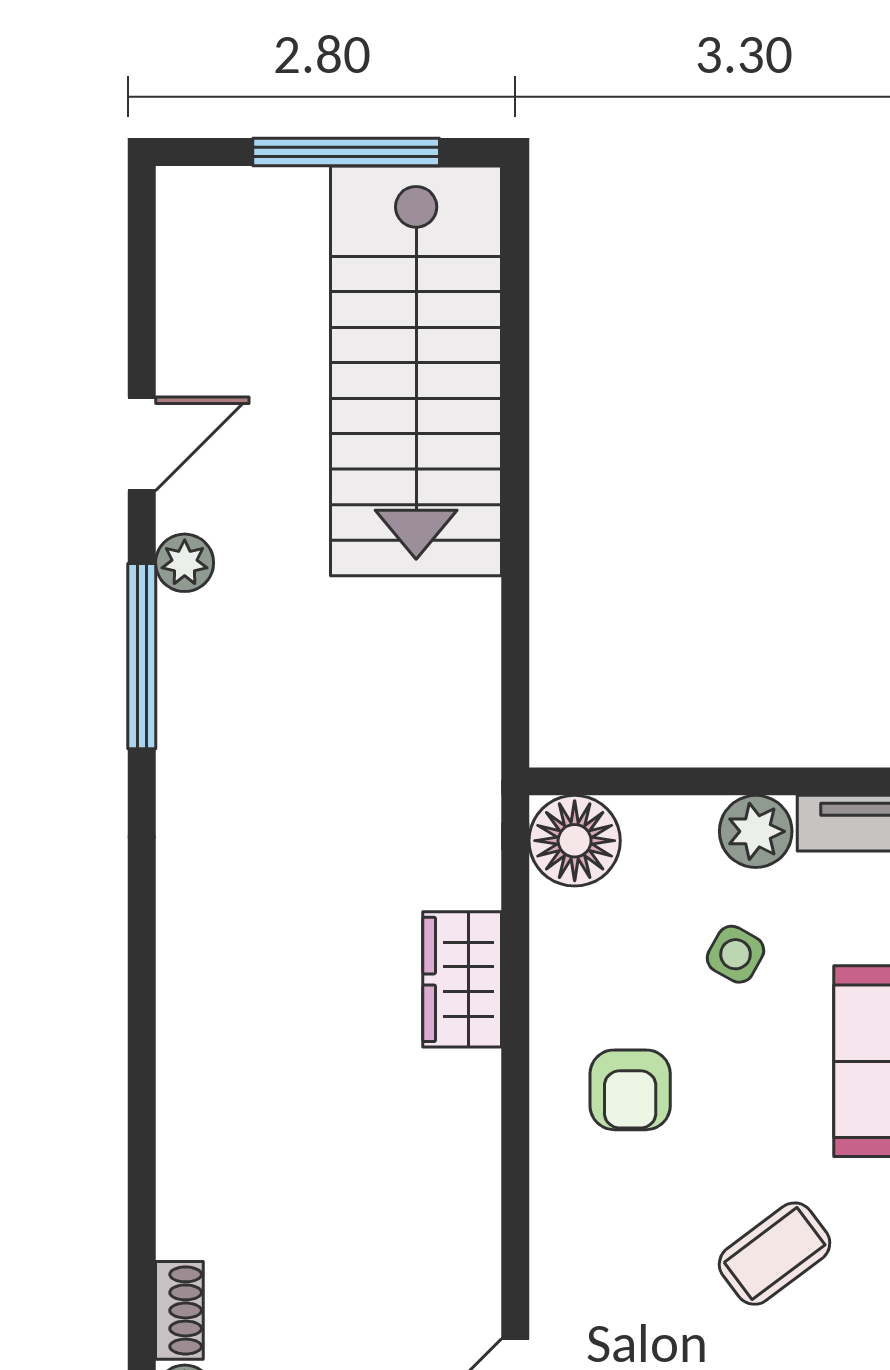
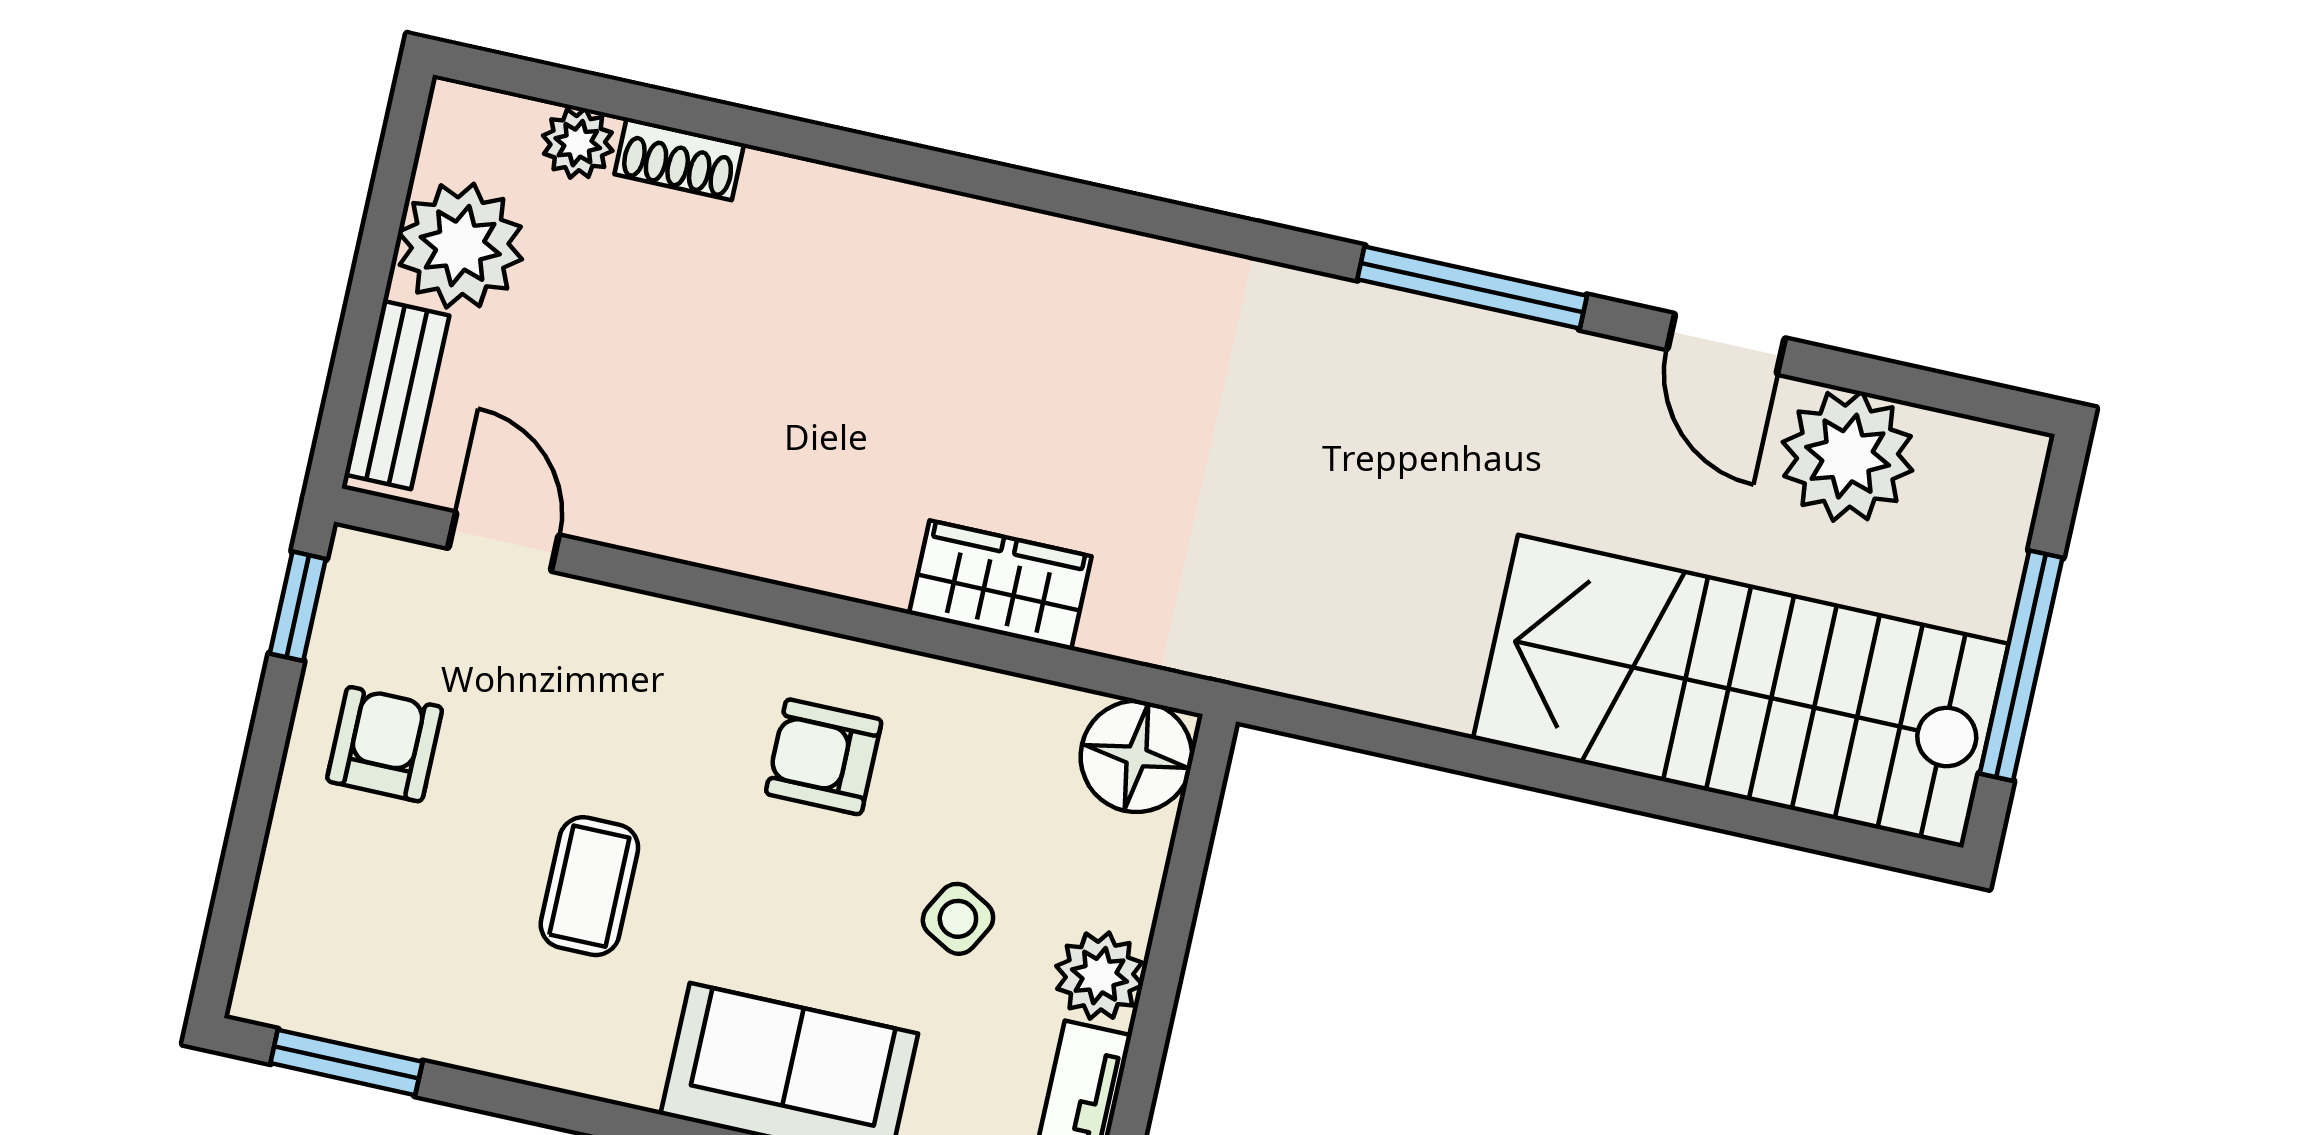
plant: (185, 563) -> (1848, 456), moved, width x1.88, depth x1.88
coffee table: (775, 1254) -> (589, 886), turned 37

